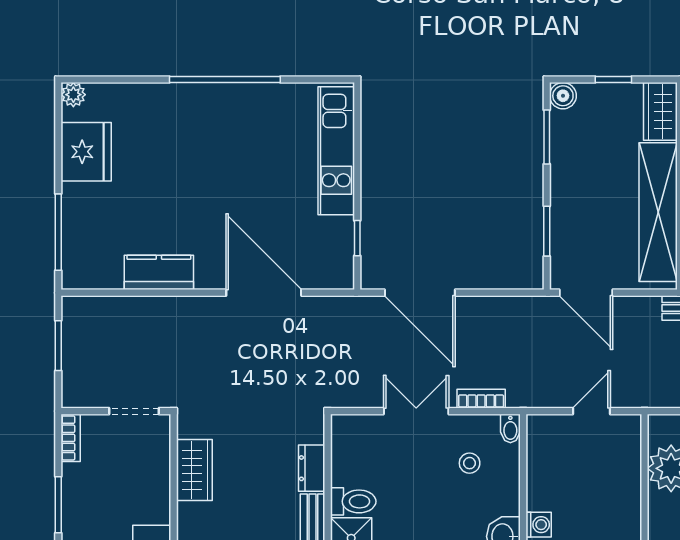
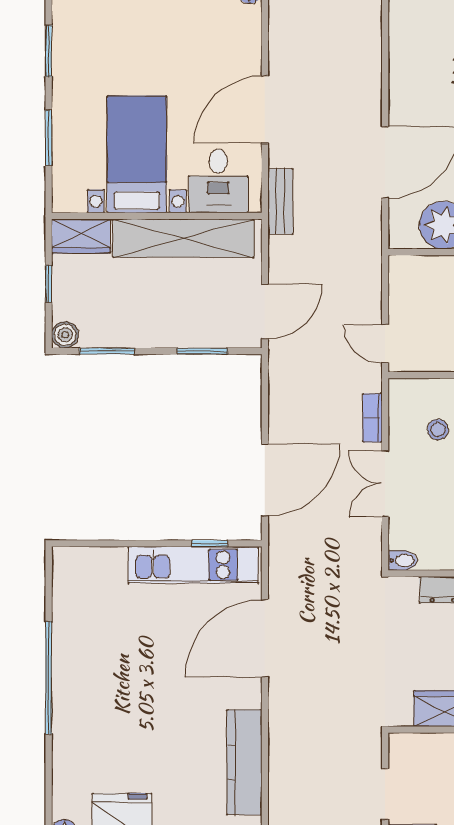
kitchen unit: (336, 151) -> (193, 565), moved
kitchen counter: (159, 272) -> (244, 762), width x1.50
doorway: (134, 411) -> (385, 794), moved
door: (591, 411) -> (385, 344), moved
bidet: (510, 428) -> (403, 561), moved

